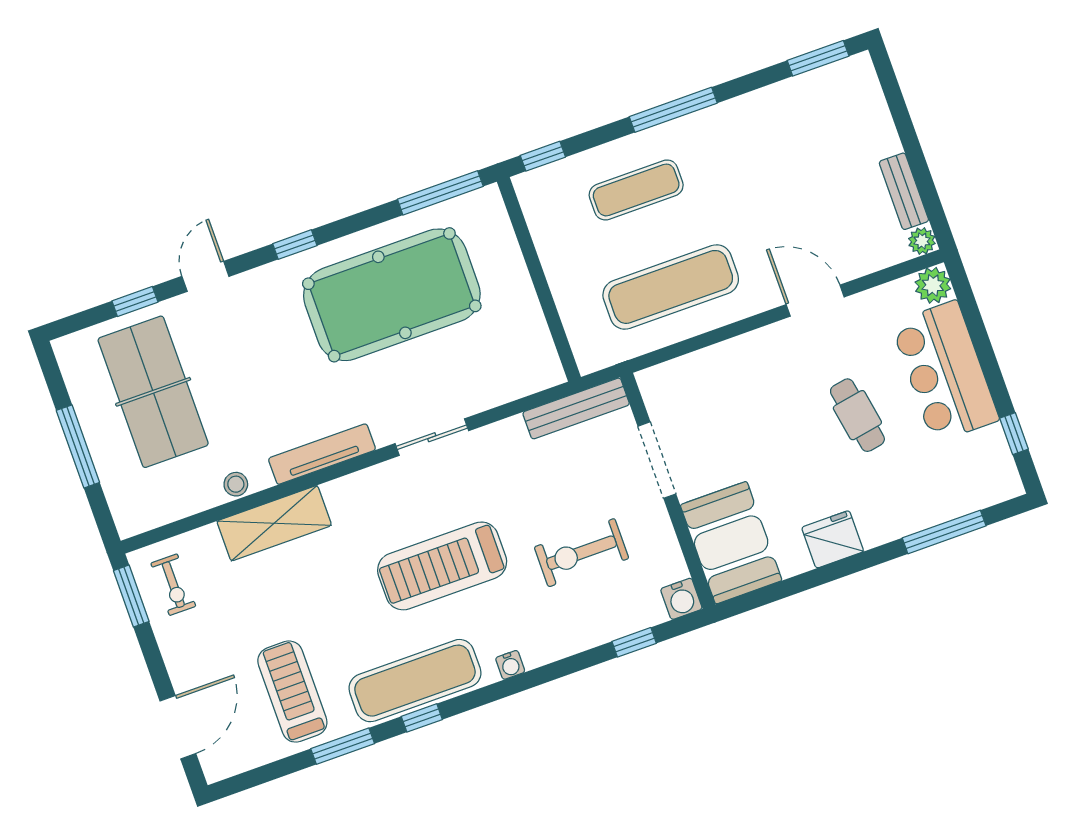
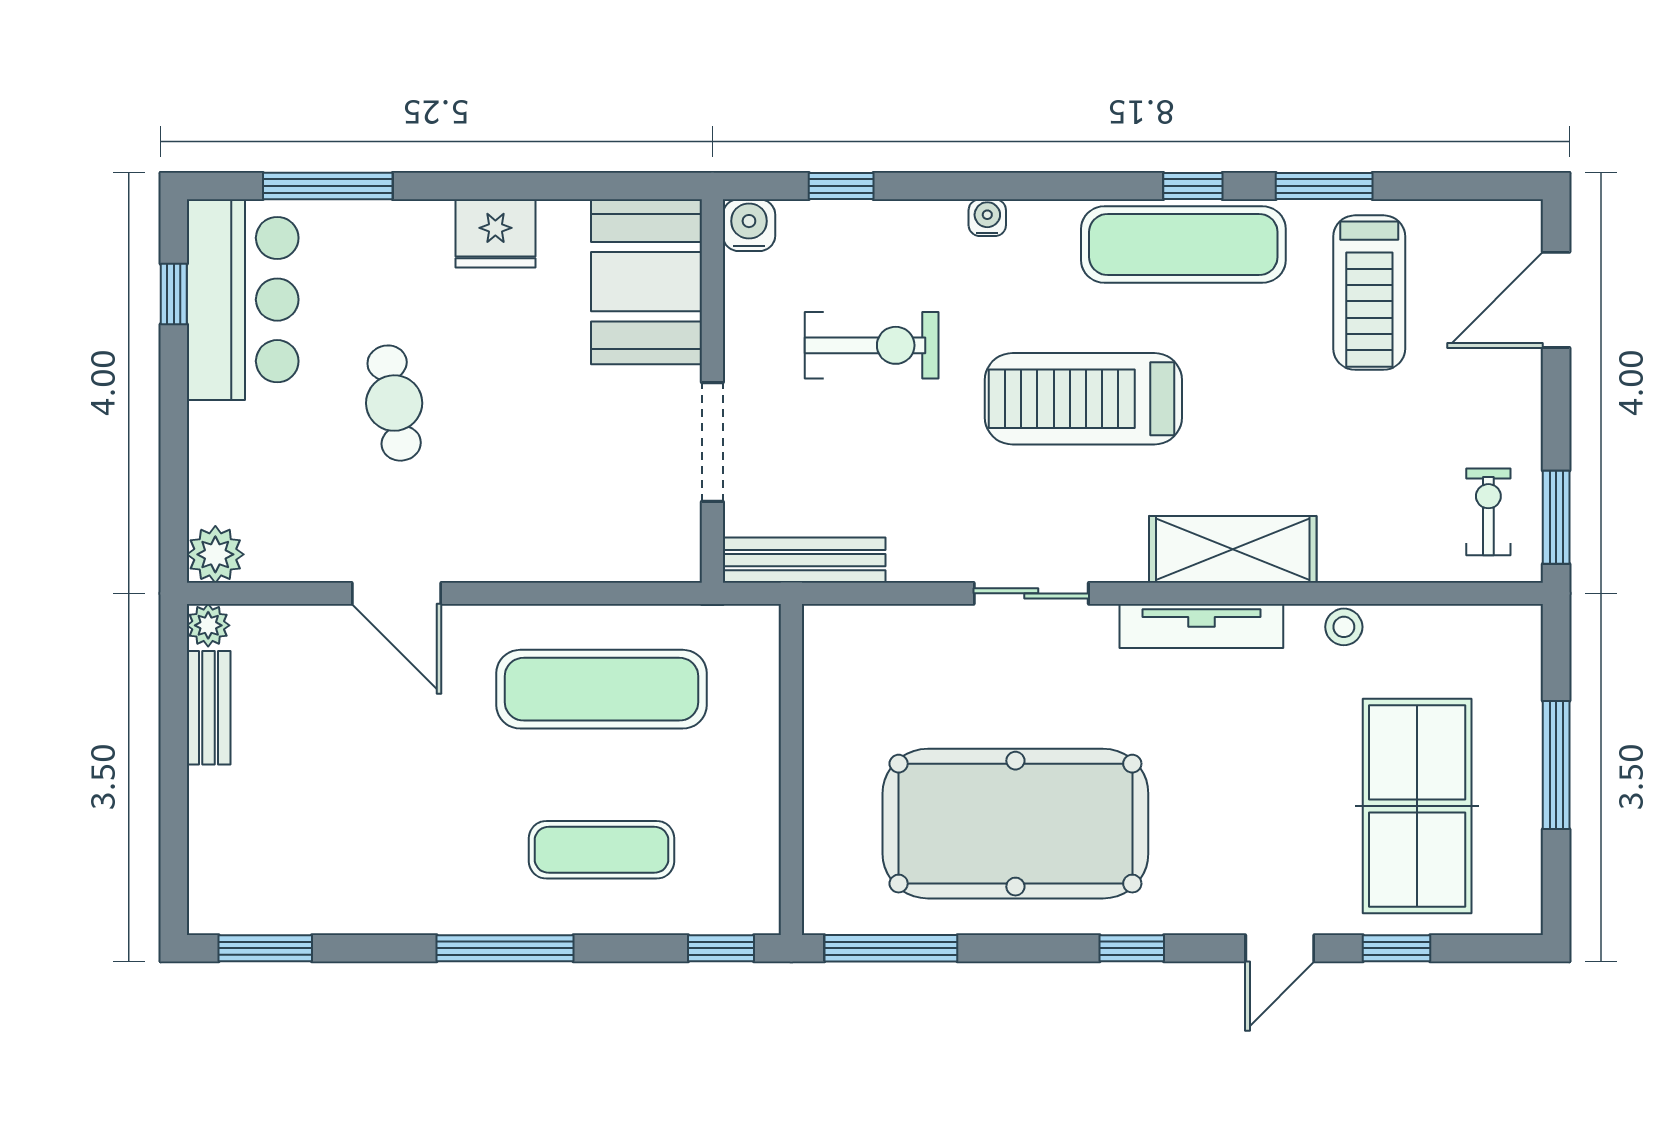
bar counter: (945, 372) -> (243, 300), moved
shelving: (274, 523) -> (1233, 549), moved
treadmill: (442, 566) -> (1083, 399), turned 180
water cooler: (510, 665) -> (987, 218), moved

